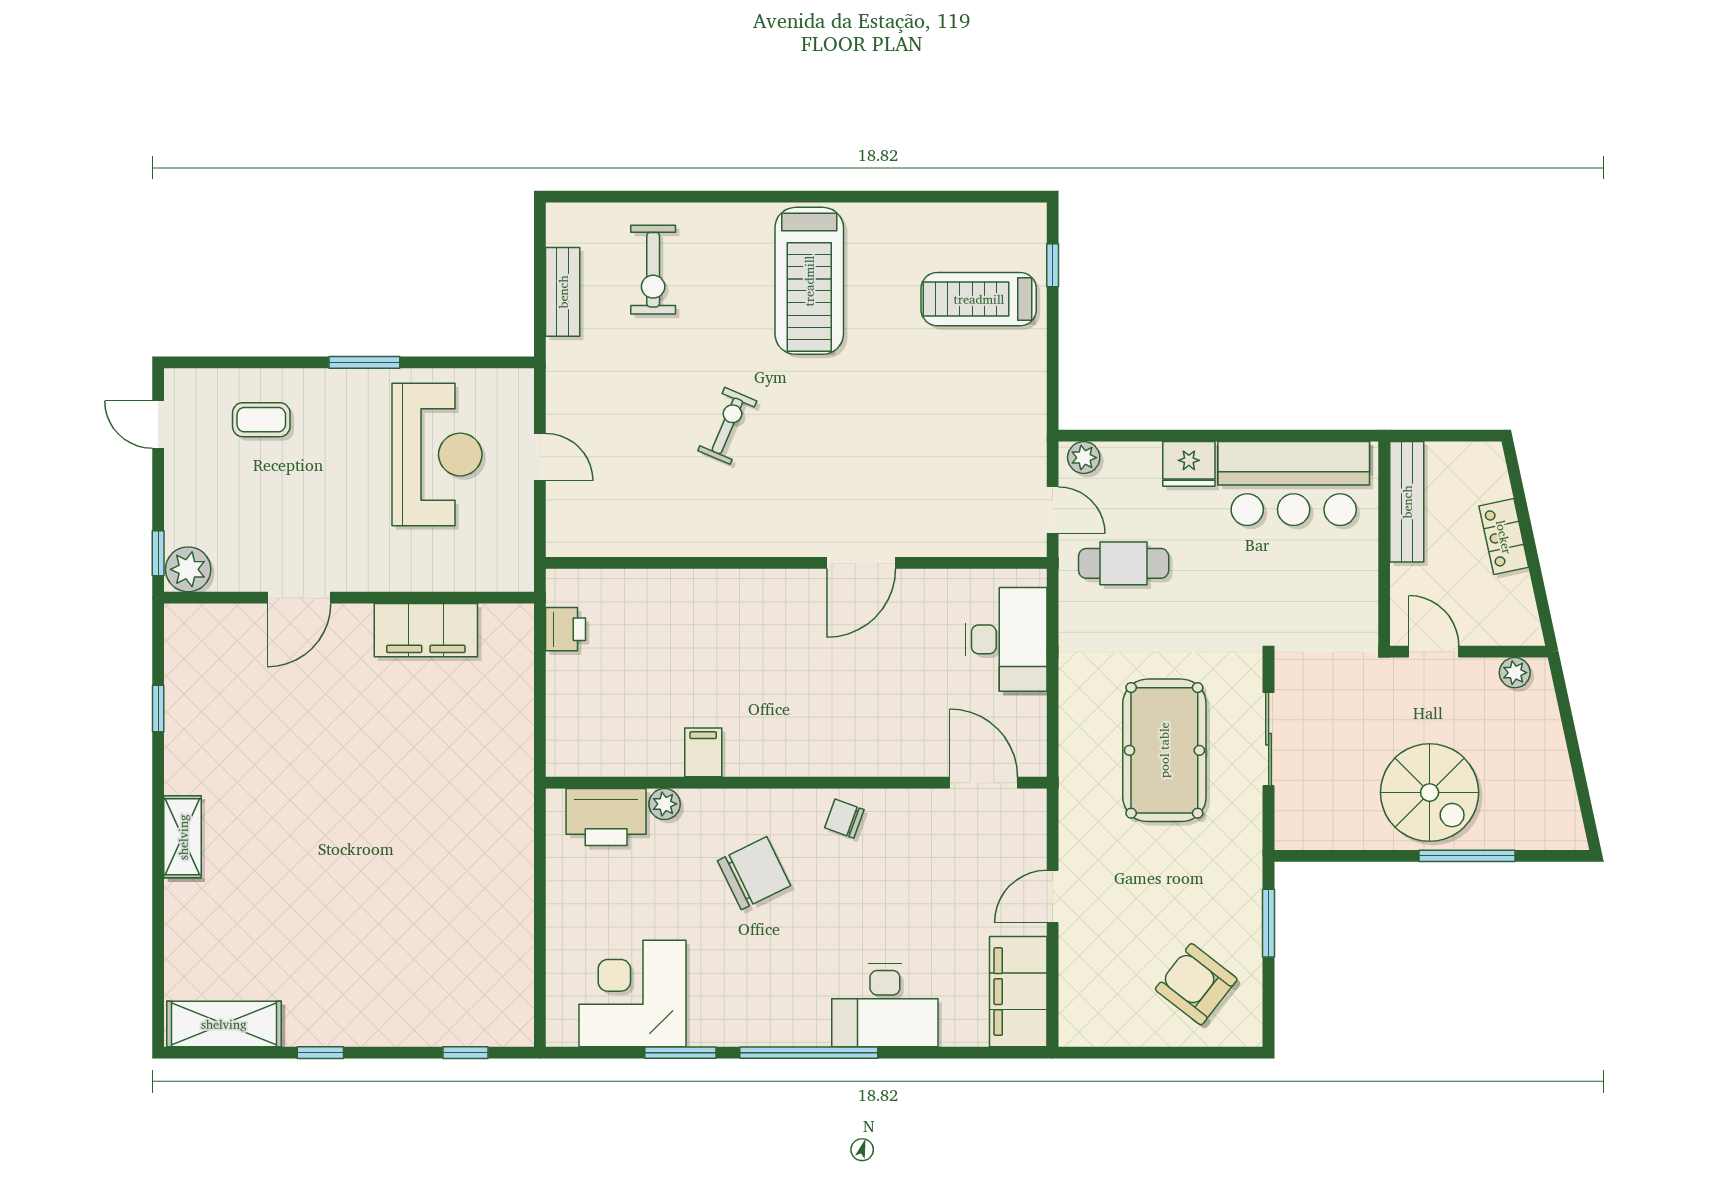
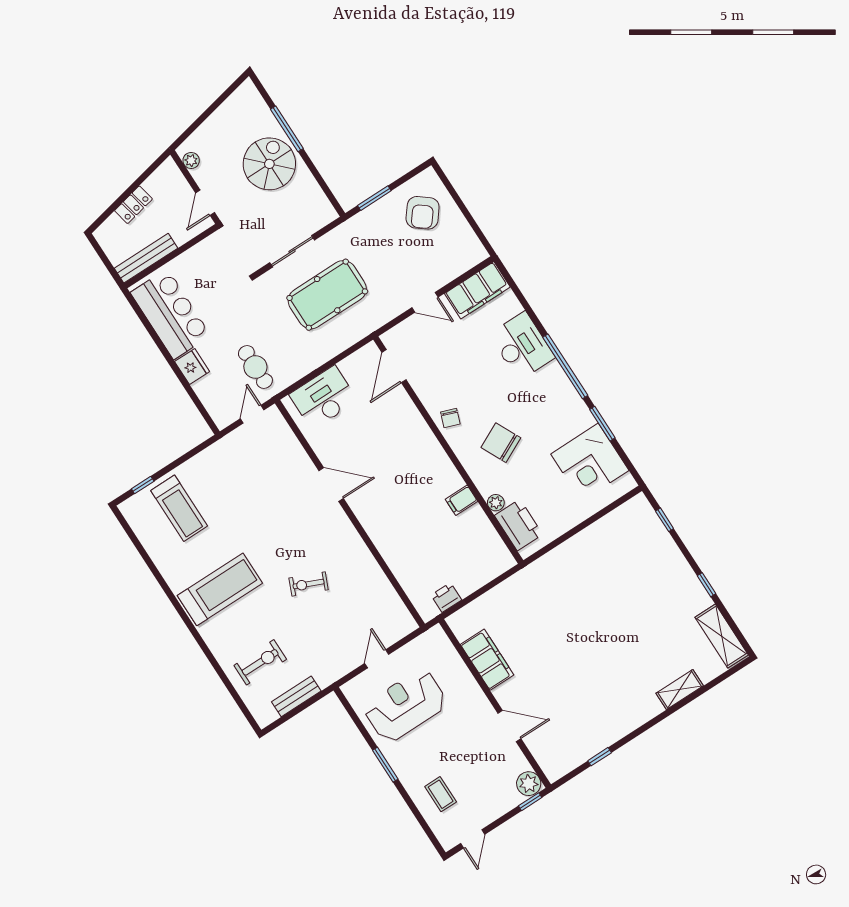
plant: (1084, 458) -> (220, 415), removed
shelving: (183, 837) -> (680, 690), moved

